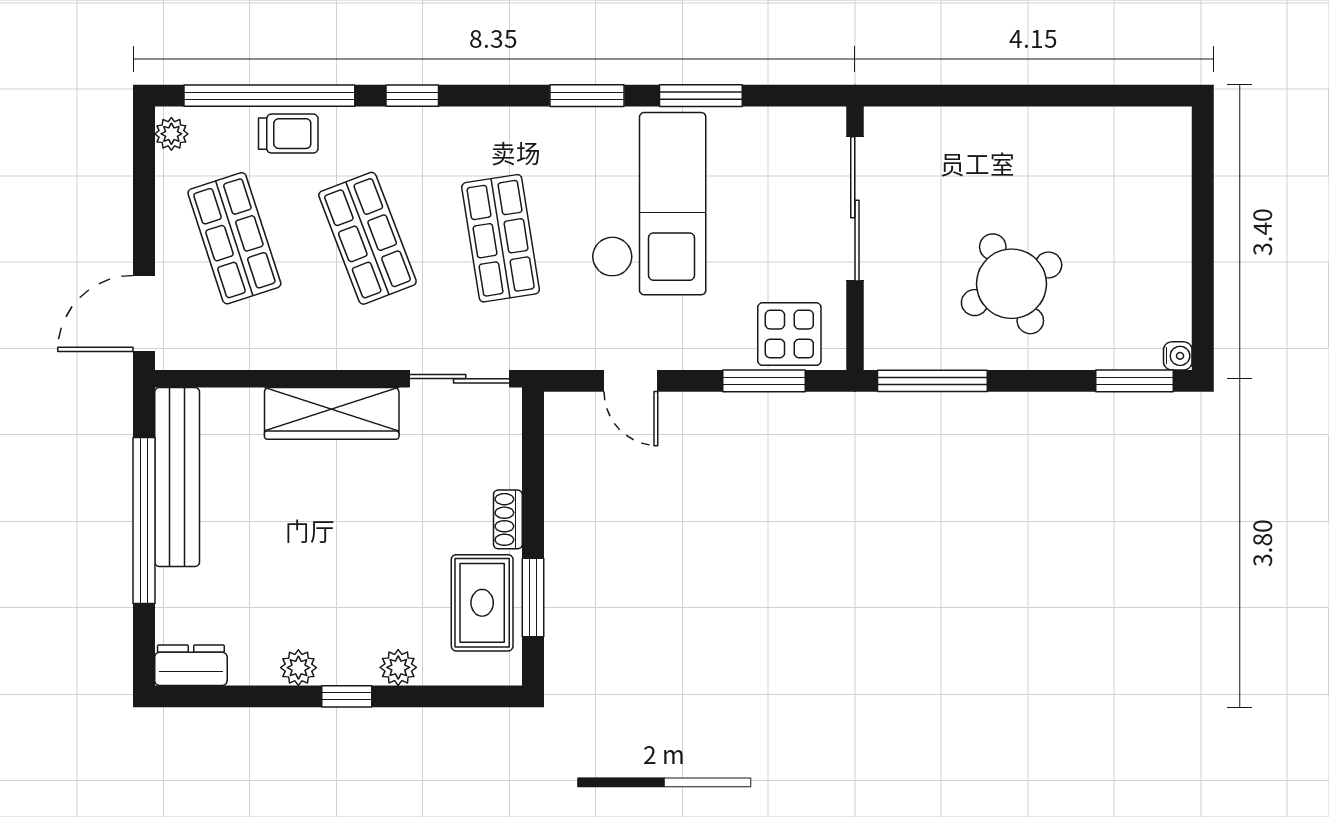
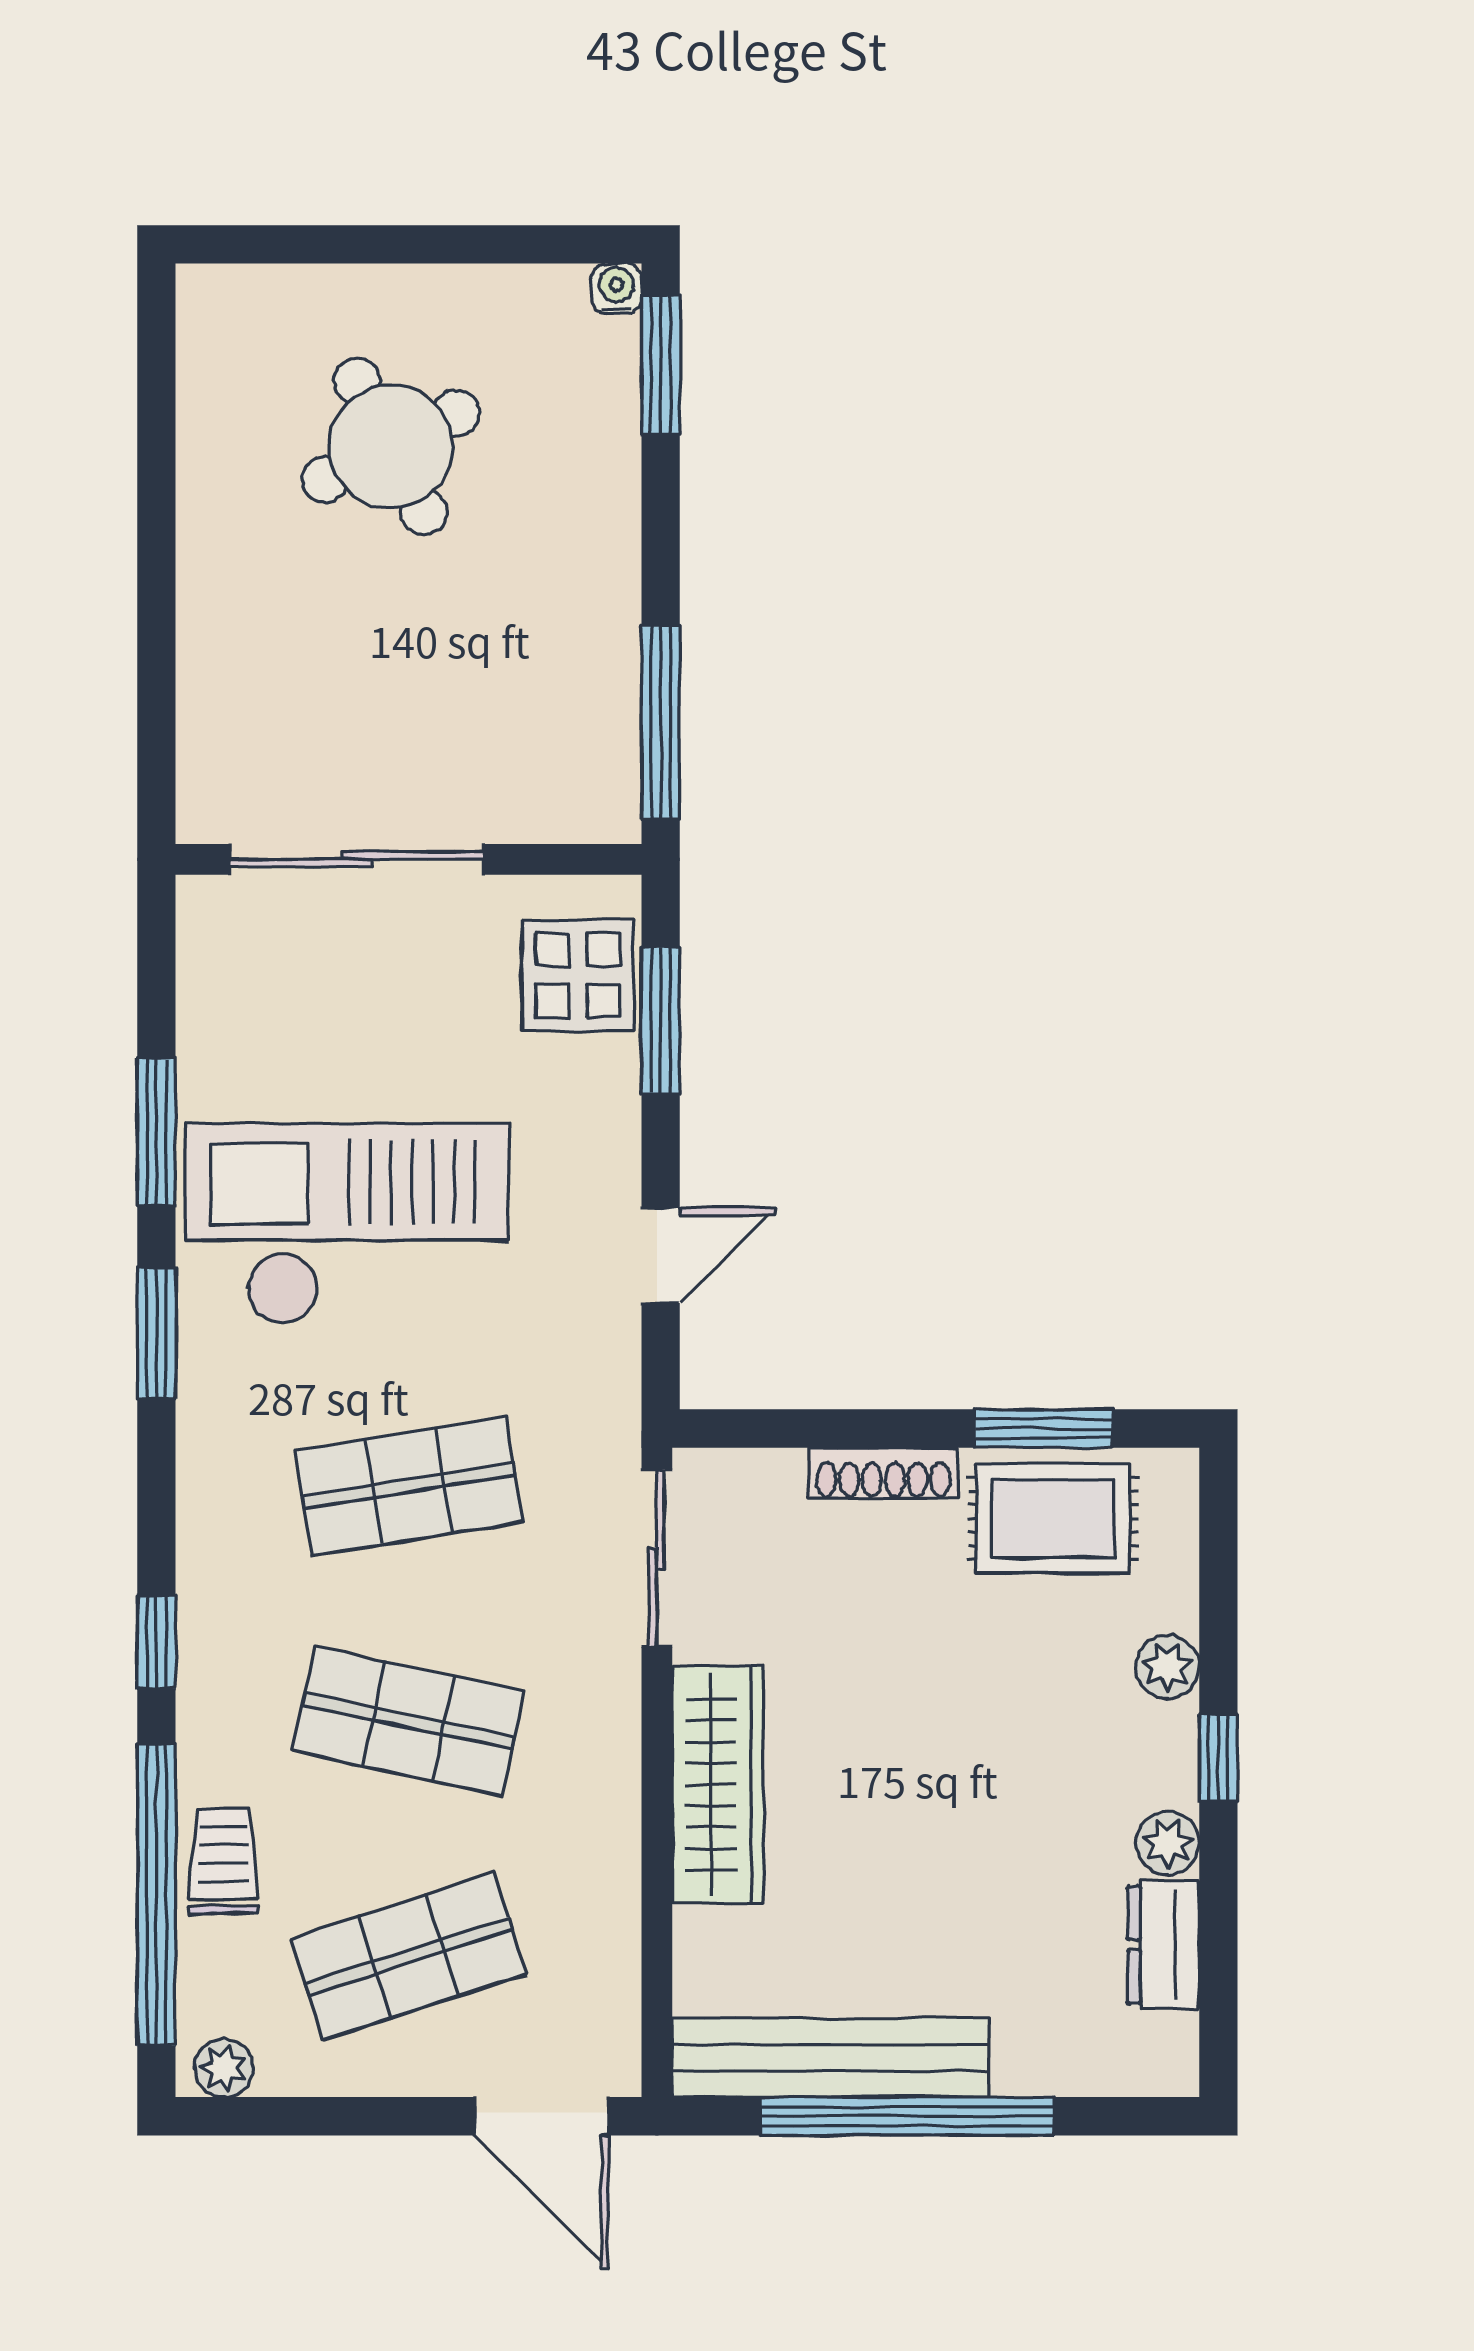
shop shelf: (367, 238) -> (409, 1721), turned 33
round table: (1012, 284) -> (391, 446), moved
shoe rack: (508, 519) -> (883, 1473), width x1.43
dresser: (191, 665) -> (1163, 1945), moved

